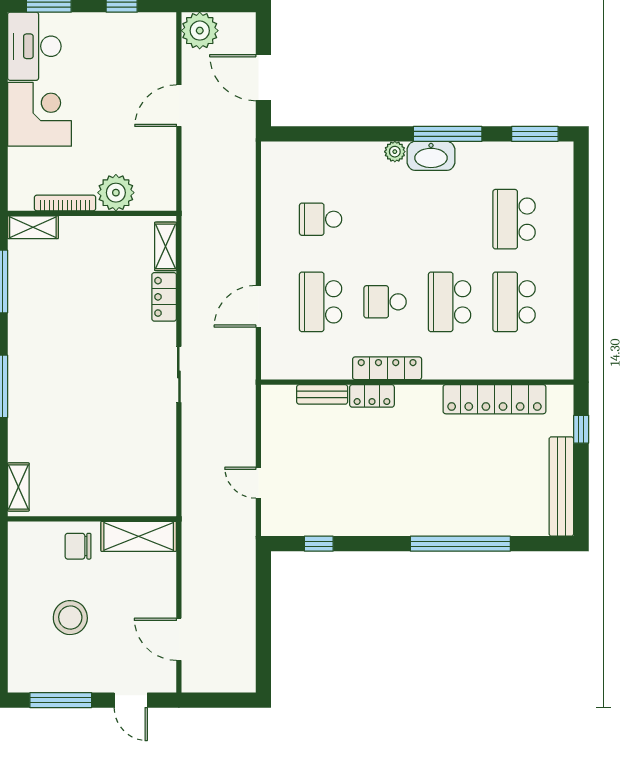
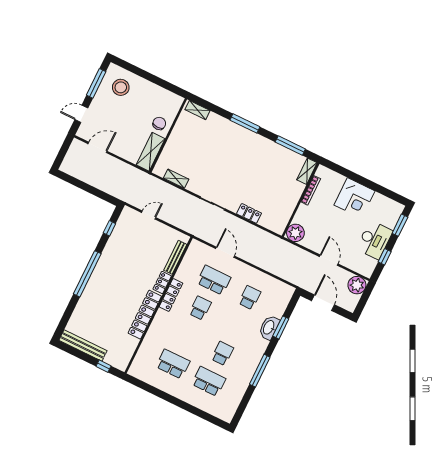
desk: (34, 46) -> (374, 240), moved, turned 90
door: (263, 78) -> (323, 303), hinge flipped
window: (535, 134) -> (281, 327), moved
plant: (395, 152) -> (263, 344), removed
washbasin: (431, 156) -> (269, 327), moved
plant: (116, 193) -> (295, 233), moved
shelving: (166, 246) -> (176, 179), moved
school desk: (450, 302) -> (222, 353), moved, width x0.54
bench: (322, 394) -> (175, 257), width x1.36
locker: (494, 399) -> (145, 315), moved
window: (460, 544) -> (87, 274), moved
stool: (70, 618) -> (121, 87), moved

